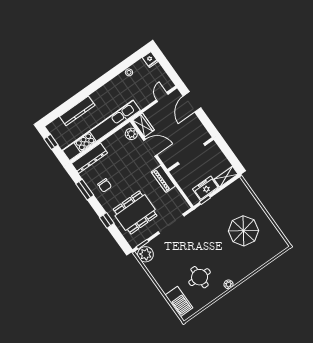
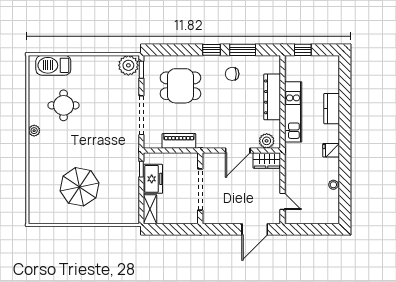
fridge: (150, 60) -> (331, 150), moved
door: (192, 102) -> (255, 229), swing flipped
kitchen counter: (77, 111) -> (332, 109), width x0.67
kitchen unit: (101, 130) -> (293, 112), width x0.54
window: (51, 142) -> (303, 50), moved
dresser: (89, 158) -> (272, 97), moved
piano: (163, 179) -> (179, 141), moved
dining table: (135, 213) -> (180, 86), width x0.73
window: (107, 220) -> (211, 50), moved

